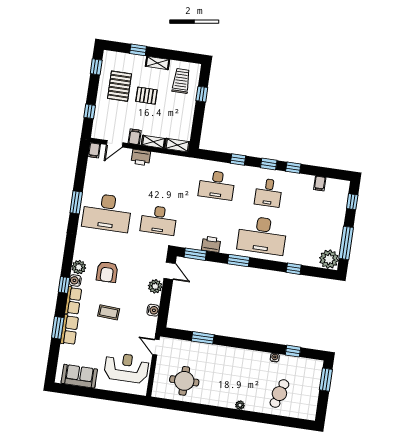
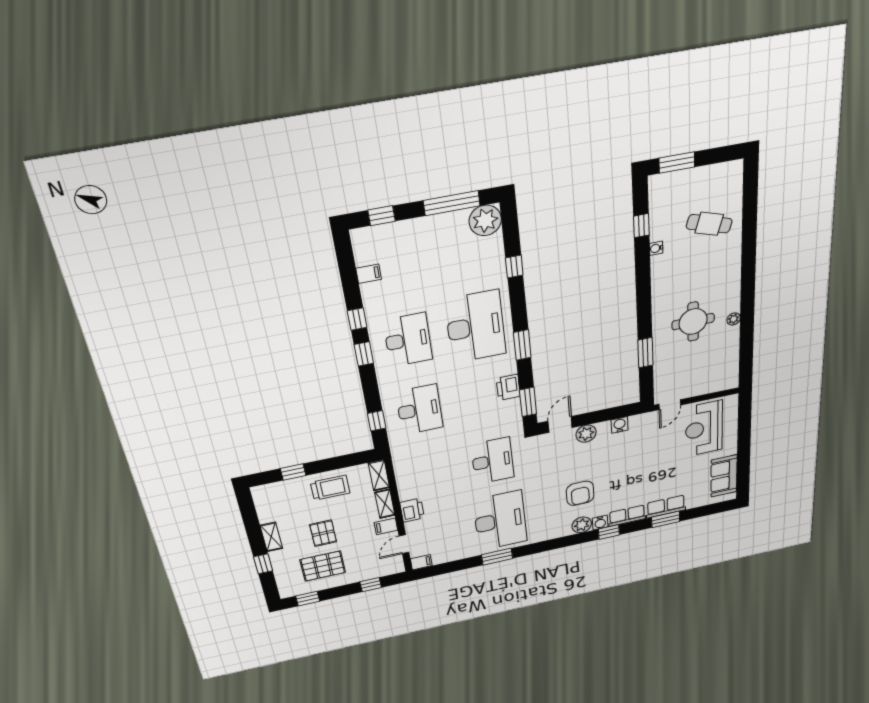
trolley: (181, 81) -> (330, 488), moved, turned 180
door: (115, 144) -> (404, 544), swing flipped
window: (238, 159) -> (377, 421), moved
desk: (268, 193) -> (408, 340), width x1.37
armchair: (107, 272) -> (580, 493), turned 90
coffee table: (109, 312) -> (634, 473), removed
round table: (184, 381) -> (693, 322), moved
plant: (240, 405) -> (734, 319), moved

